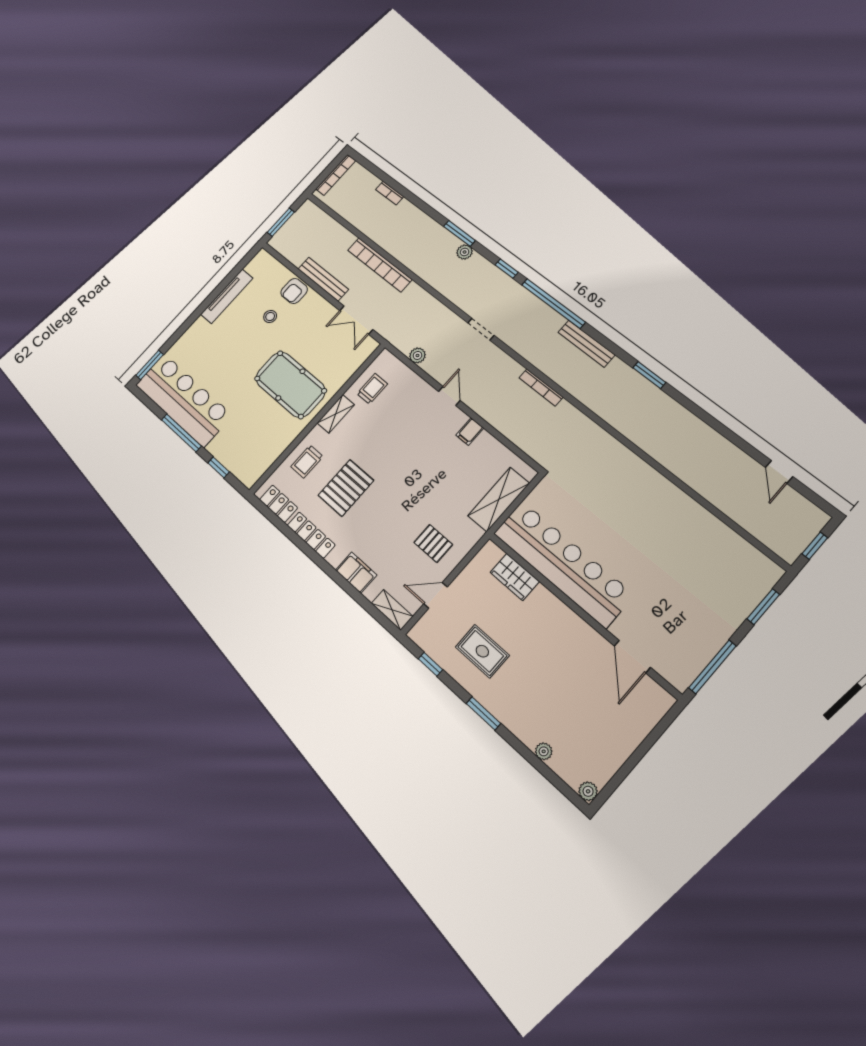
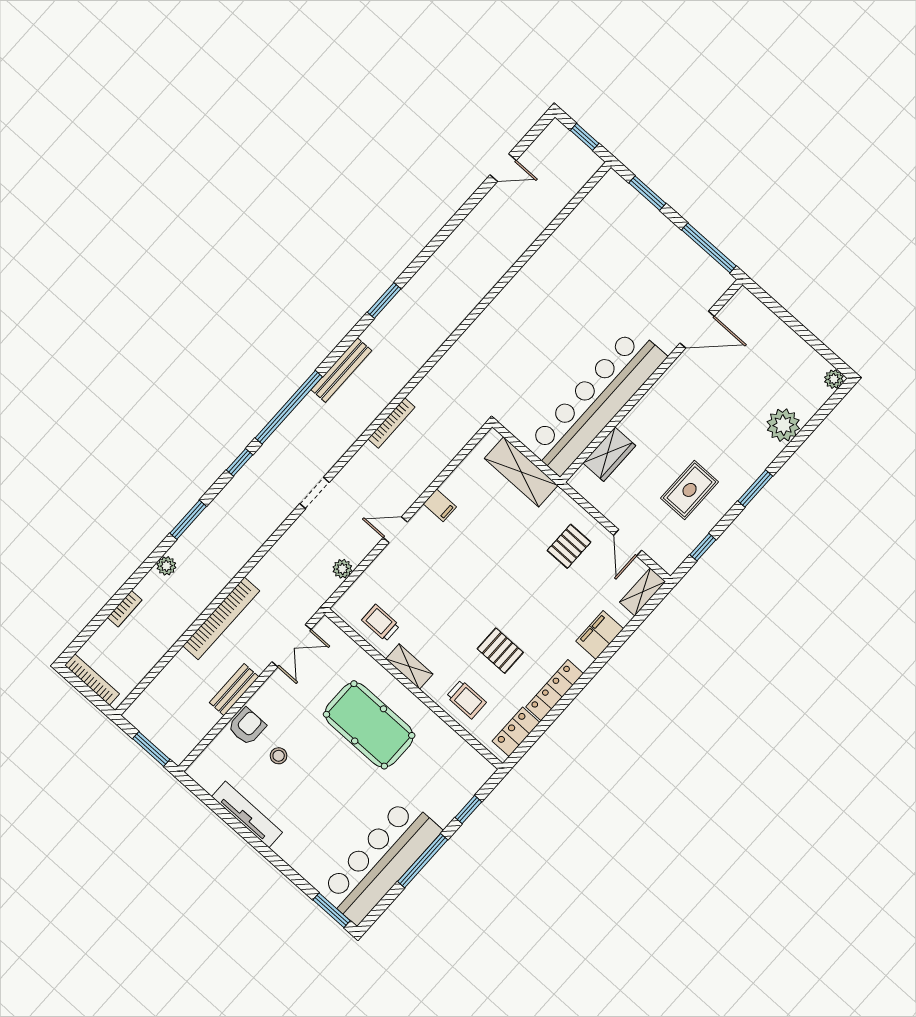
plant: (465, 252) -> (166, 566), moved
bench: (323, 279) -> (234, 690), width x0.73
armchair: (294, 291) -> (247, 726), turned -90
pool table: (290, 385) -> (369, 725), turned 90
pallet: (346, 488) -> (500, 651), width x0.67, depth x0.71
plant: (544, 751) -> (783, 425), width x1.88, depth x1.88

